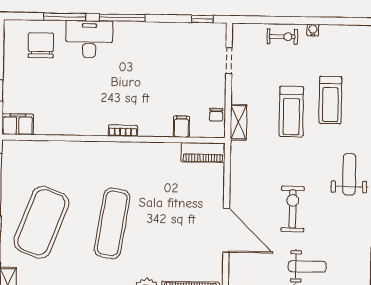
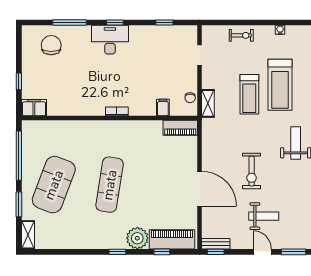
window: (122, 18) -> (115, 23), width x0.46
window: (202, 19) -> (164, 23), moved
water cooler: (313, 30) -> (280, 30), moved
desk: (89, 39) -> (110, 40), moved
treadmill: (330, 100) -> (280, 85), width x1.37, depth x1.38
exercise bike: (293, 209) -> (252, 171), turned 180

